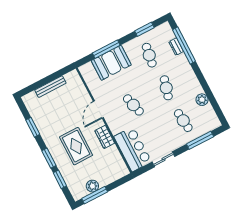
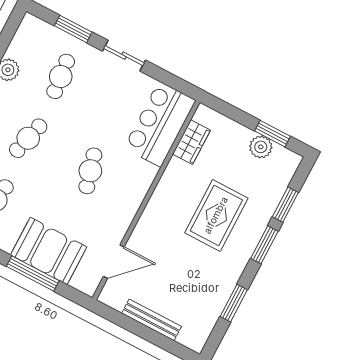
door: (98, 110) -> (114, 262), moved
wardrobe: (105, 137) -> (192, 142), moved
window: (200, 140) -> (73, 29), width x0.69
sliding door: (164, 159) -> (124, 56), moved
window: (95, 195) -> (273, 134), width x0.69

